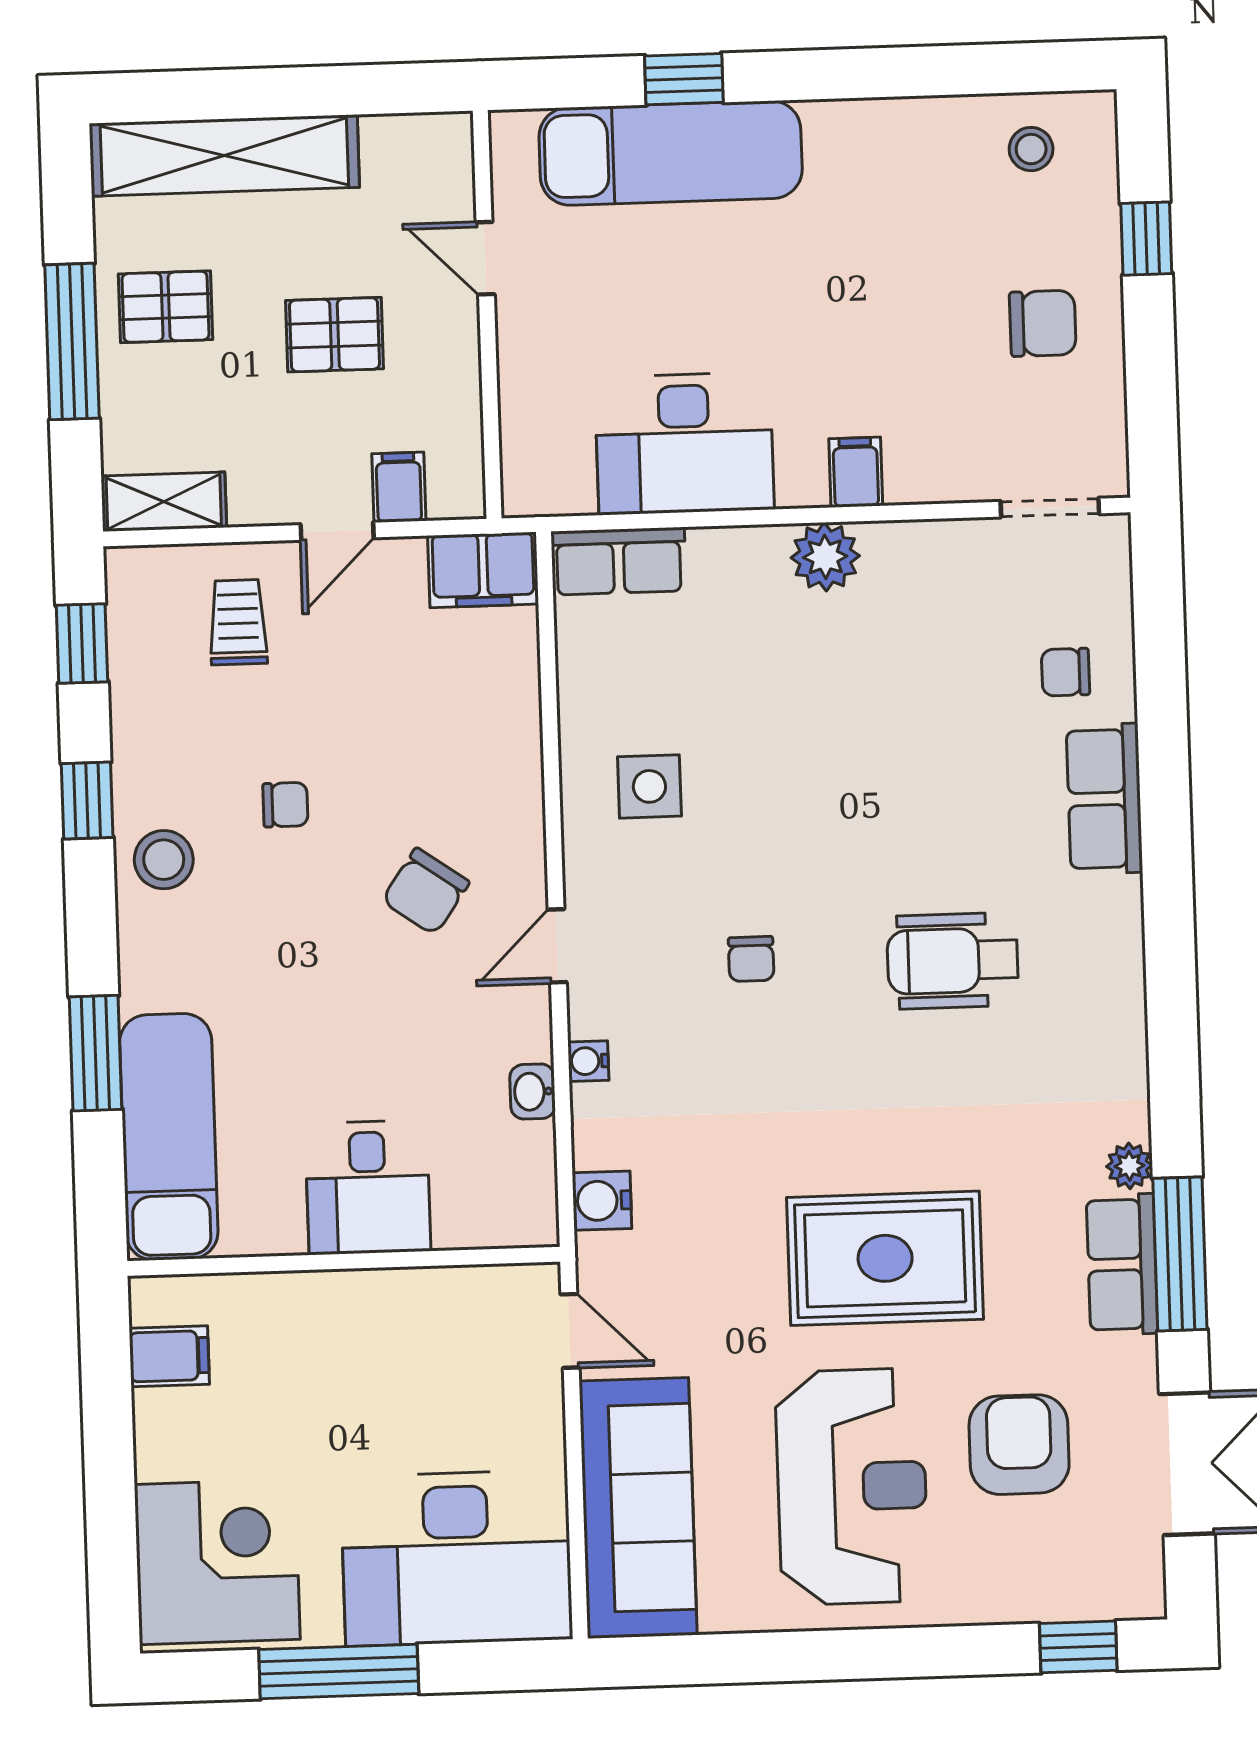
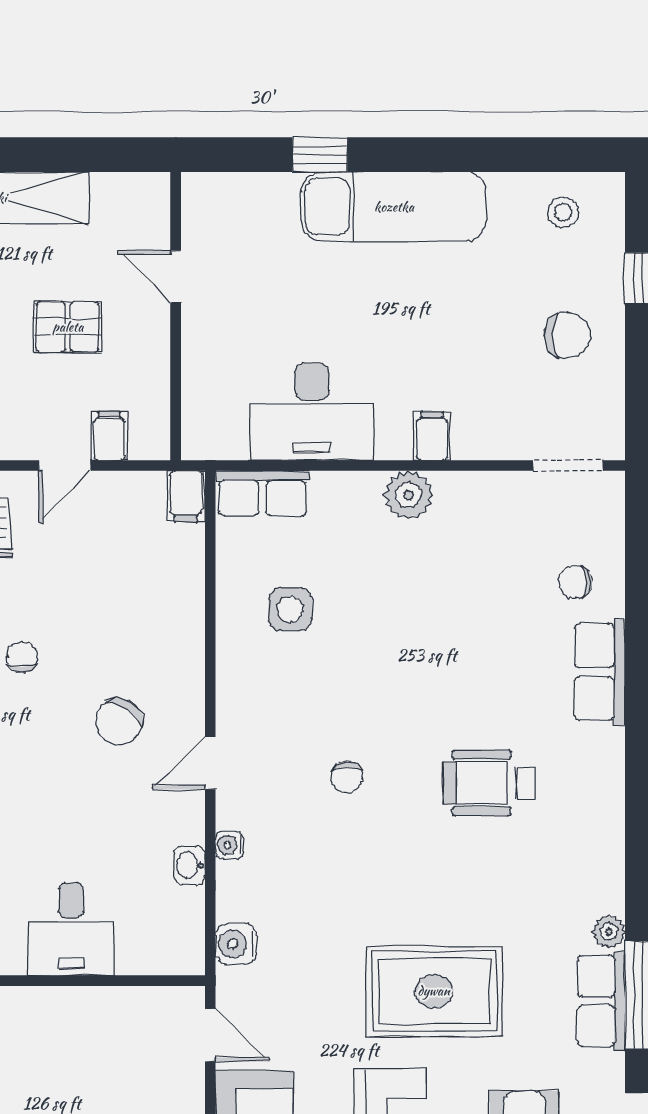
exam couch: (671, 153) -> (394, 207), moved
filing cabinet: (483, 570) -> (186, 496), width x0.50
side table: (649, 786) -> (290, 609), moved
chair: (285, 805) -> (22, 657), turned -90

